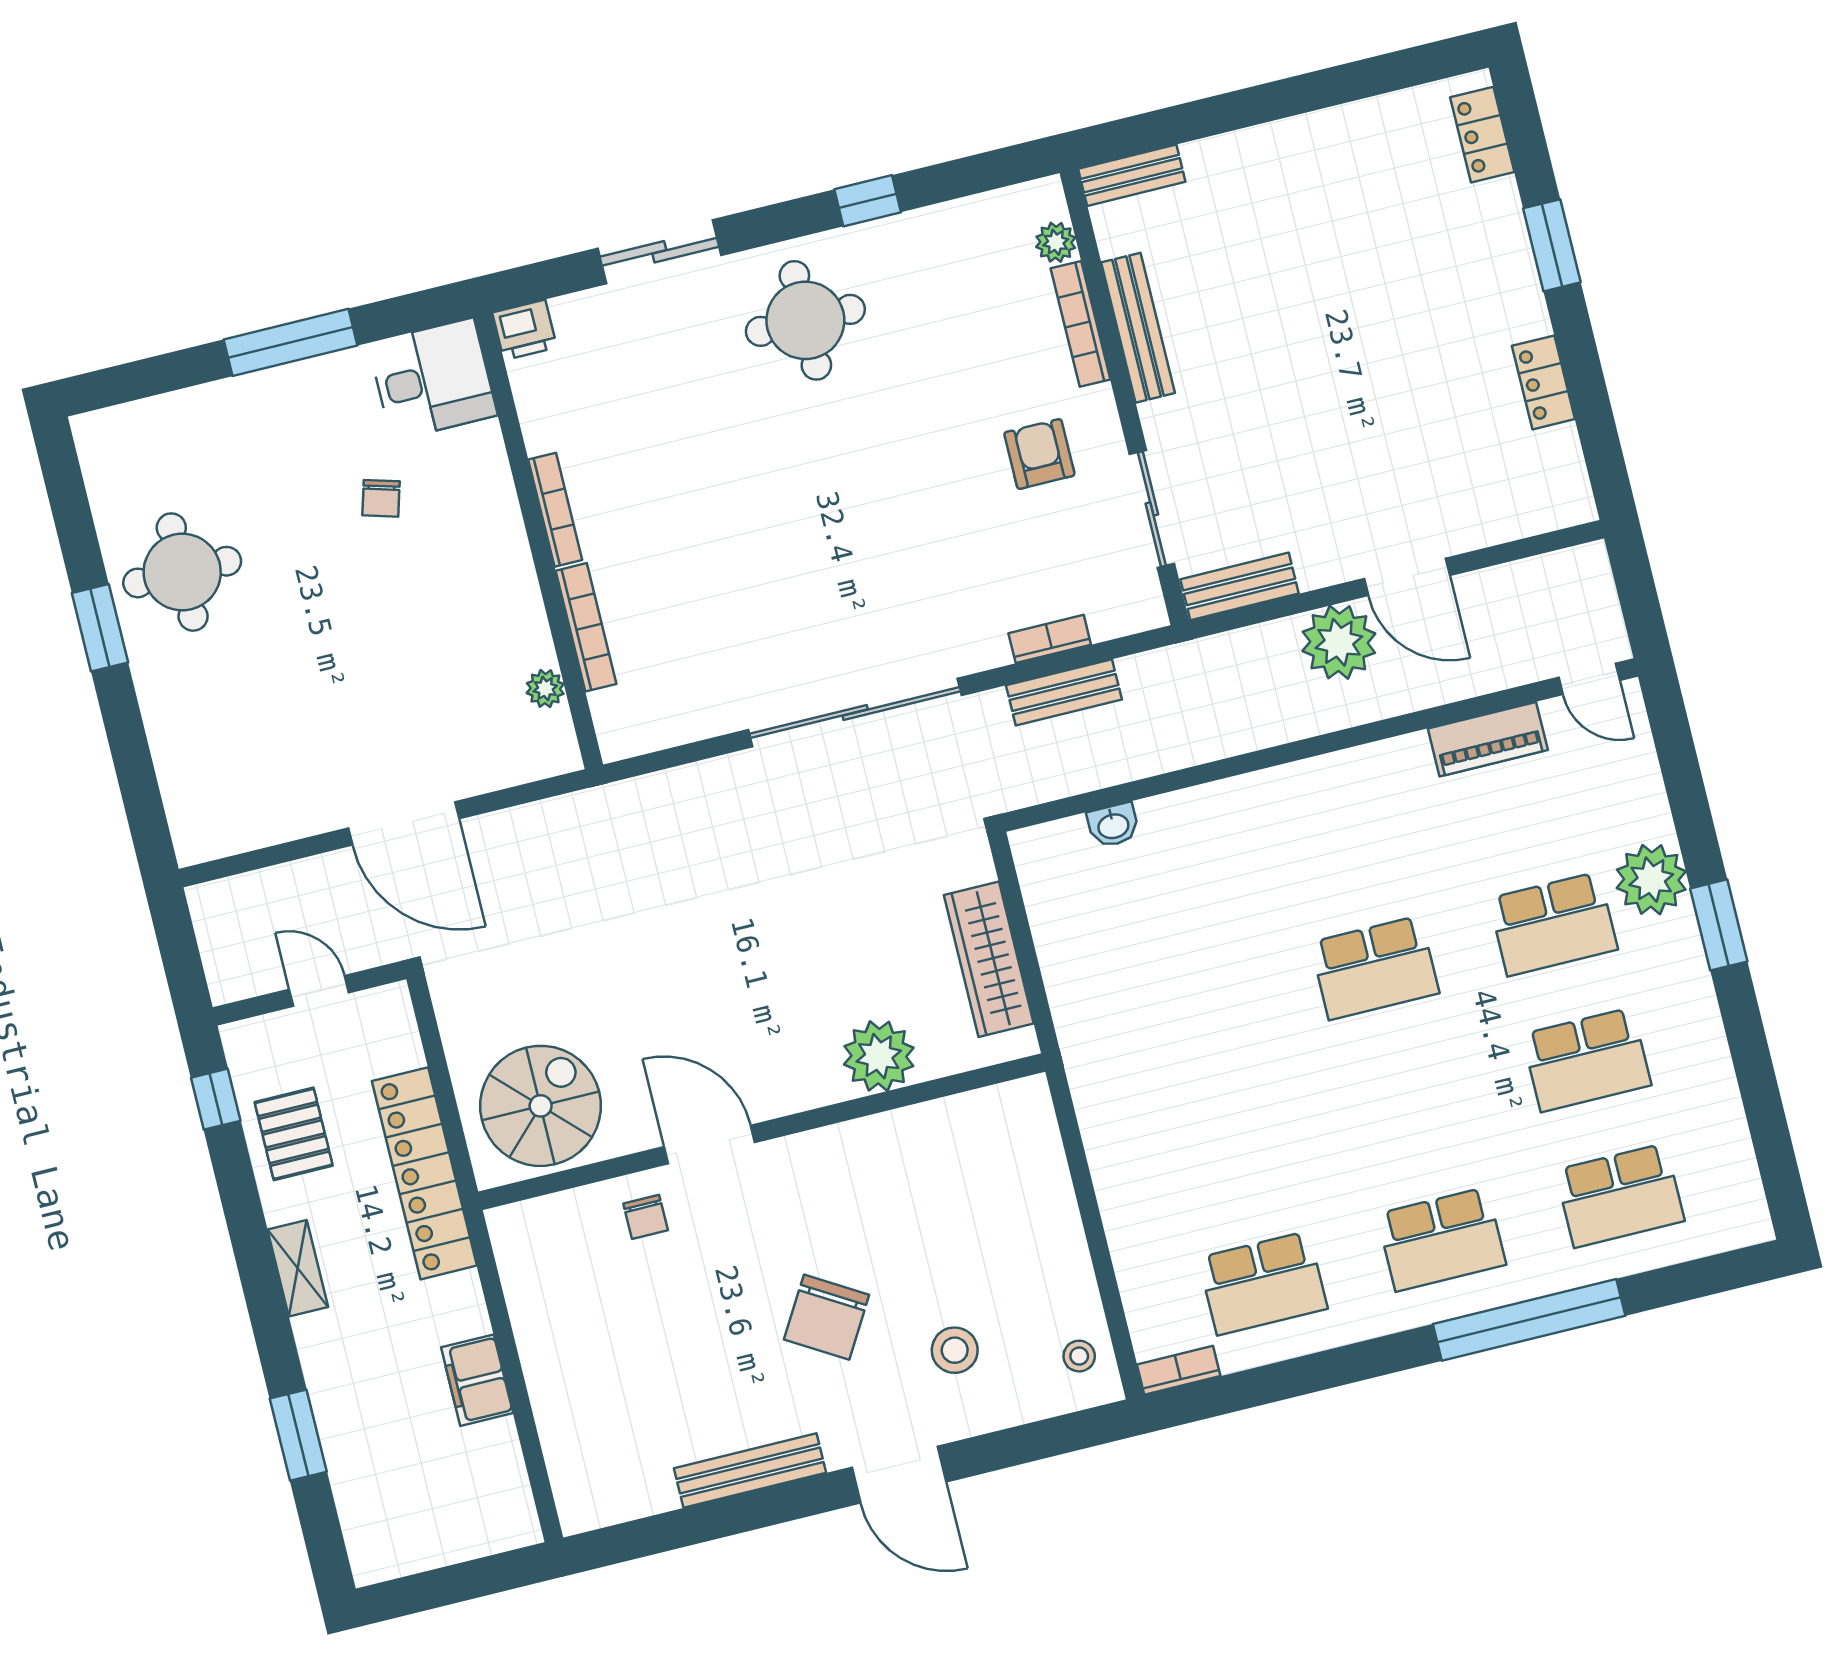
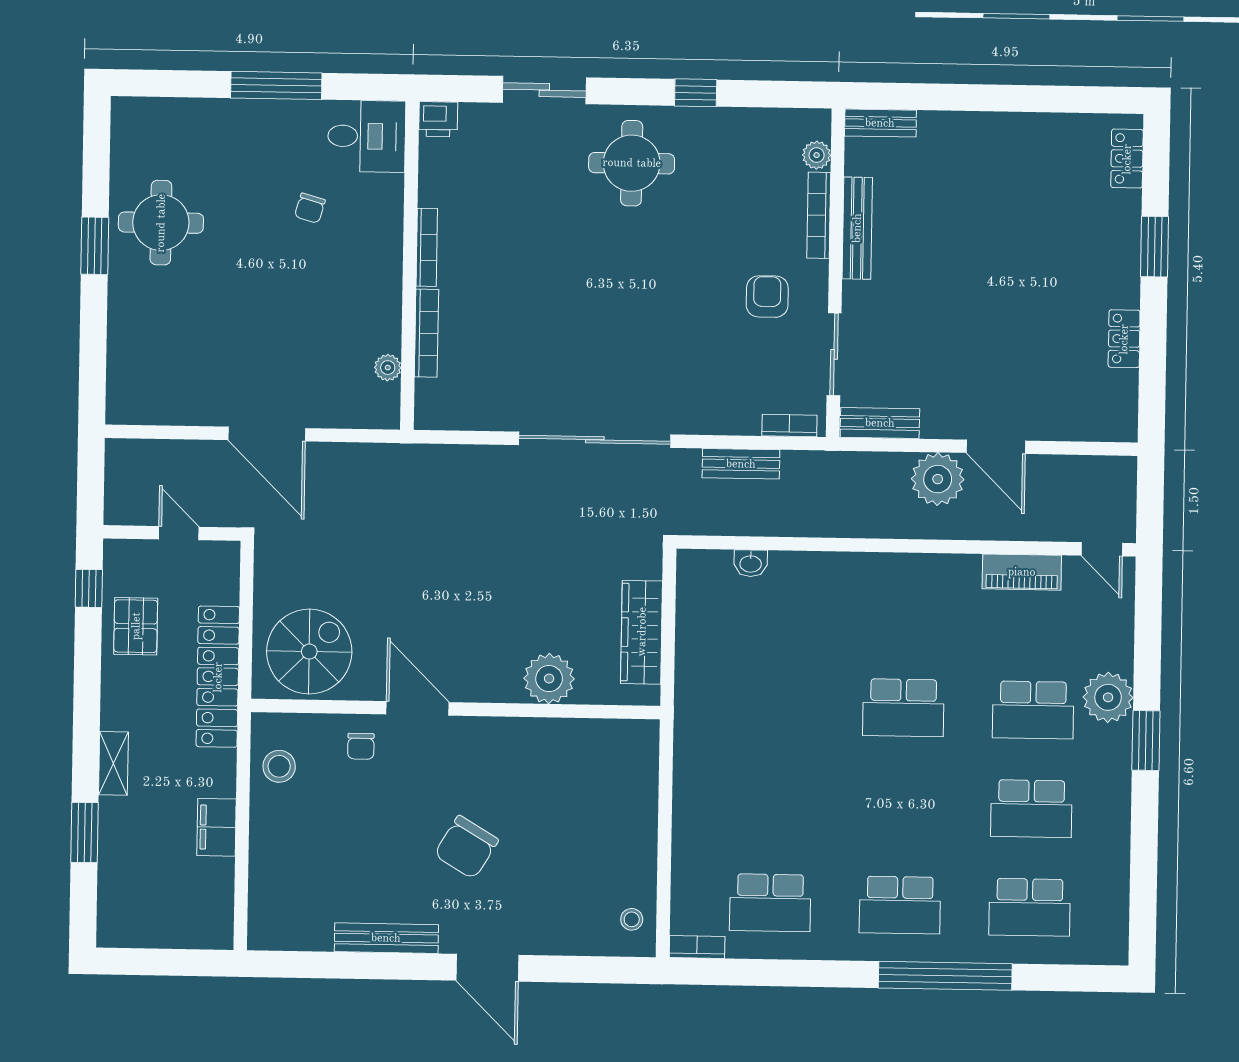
bookcase: (1050, 639) -> (789, 426), moved
shelving: (298, 1268) -> (113, 763), moved
stool: (955, 1350) -> (279, 766), moved

